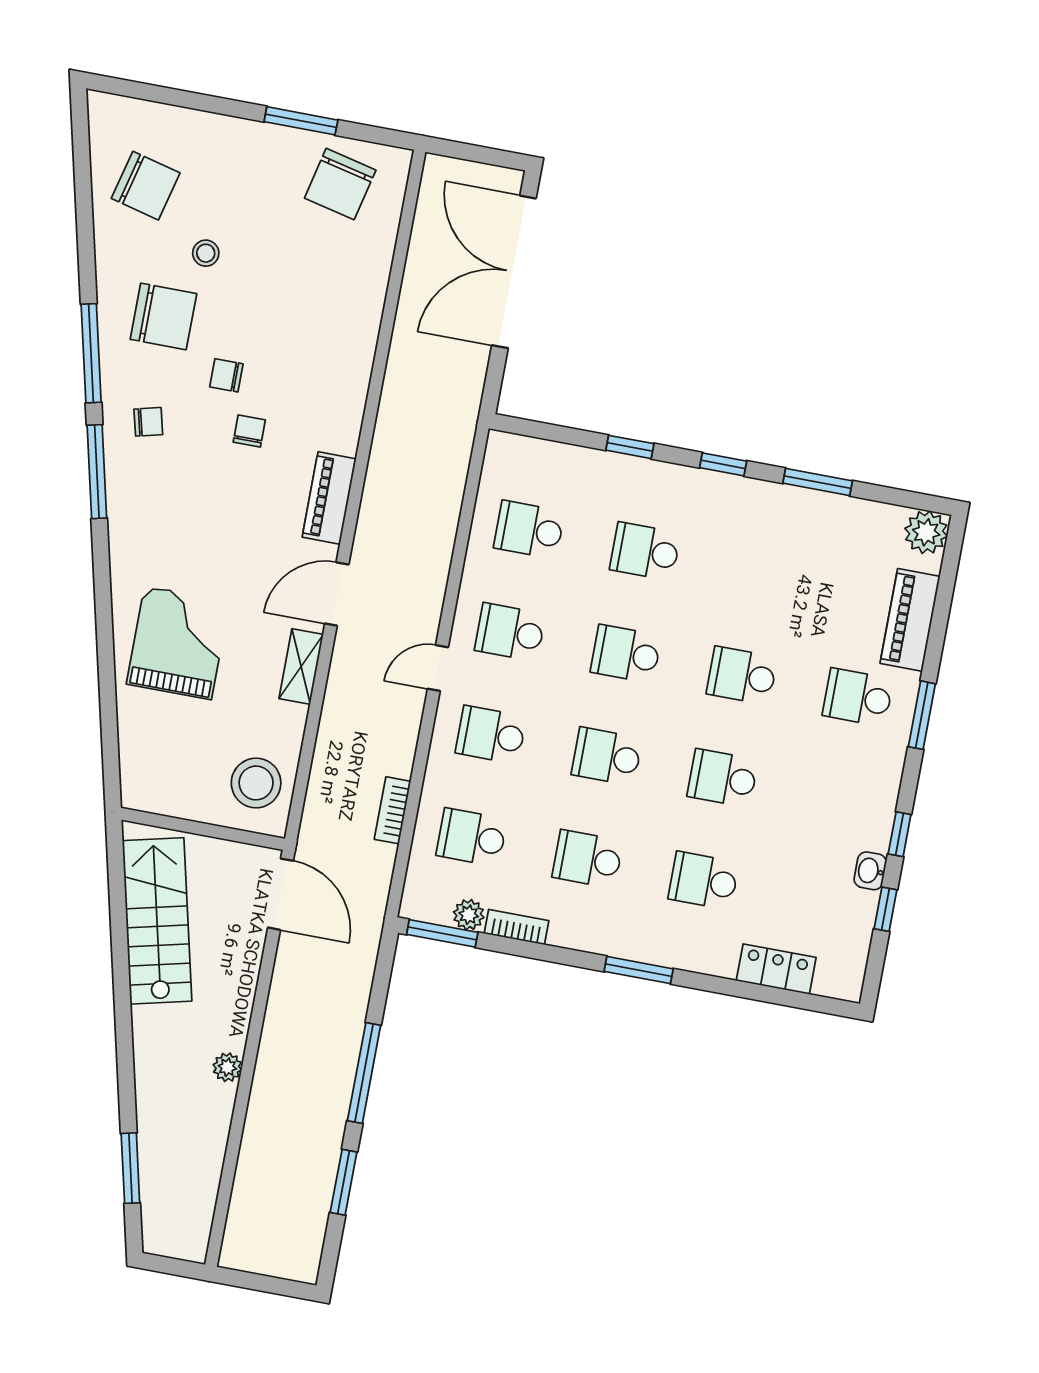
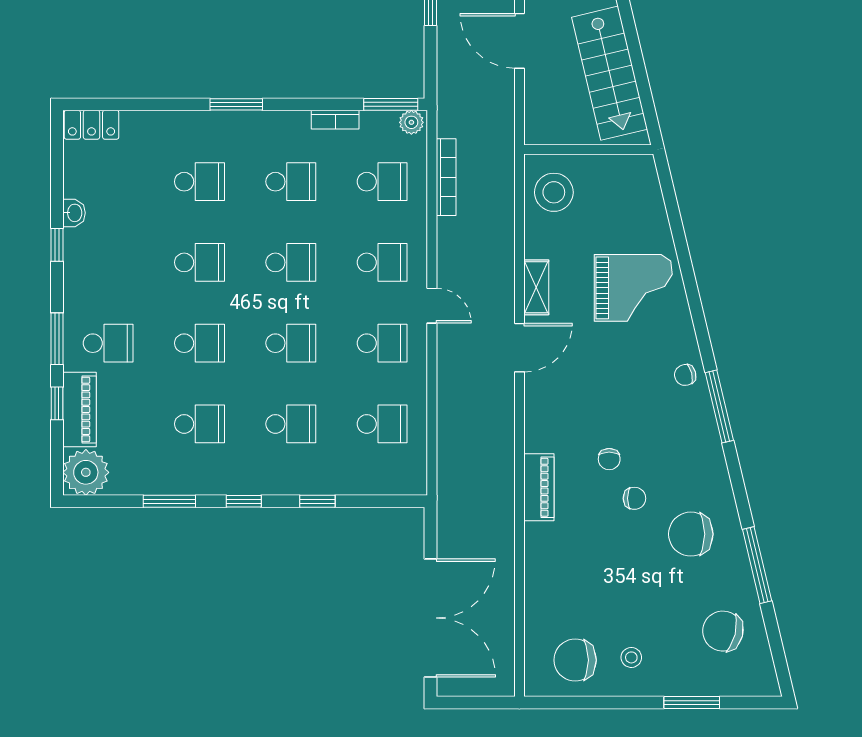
window: (301, 121) -> (692, 703), moved
chair: (340, 184) -> (575, 660), turned -103
stool: (206, 253) -> (631, 657), moved
window: (91, 353) -> (757, 565), moved
chair: (148, 422) -> (685, 375), moved
piano: (329, 498) -> (539, 487), moved
plant: (926, 532) -> (86, 472), width x1.36, depth x1.36
school desk: (761, 573) -> (199, 424), added
grand piano: (178, 643) -> (633, 288), turned -90
door: (438, 668) -> (432, 306), hinge flipped
bookcase: (393, 810) -> (446, 177), width x1.56
door: (281, 894) -> (519, 41), moved
window: (886, 909) -> (57, 403), moved
plant: (469, 915) -> (411, 122), moved
locker: (776, 969) -> (92, 125), moved

